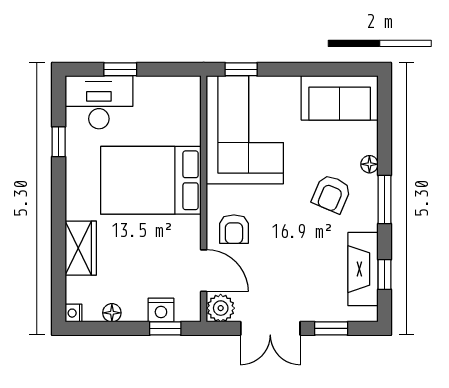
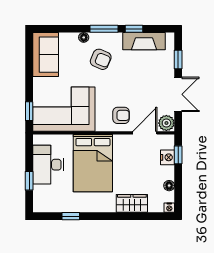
desk: (99, 102) -> (48, 165), moved
window: (385, 274) -> (134, 29), moved

